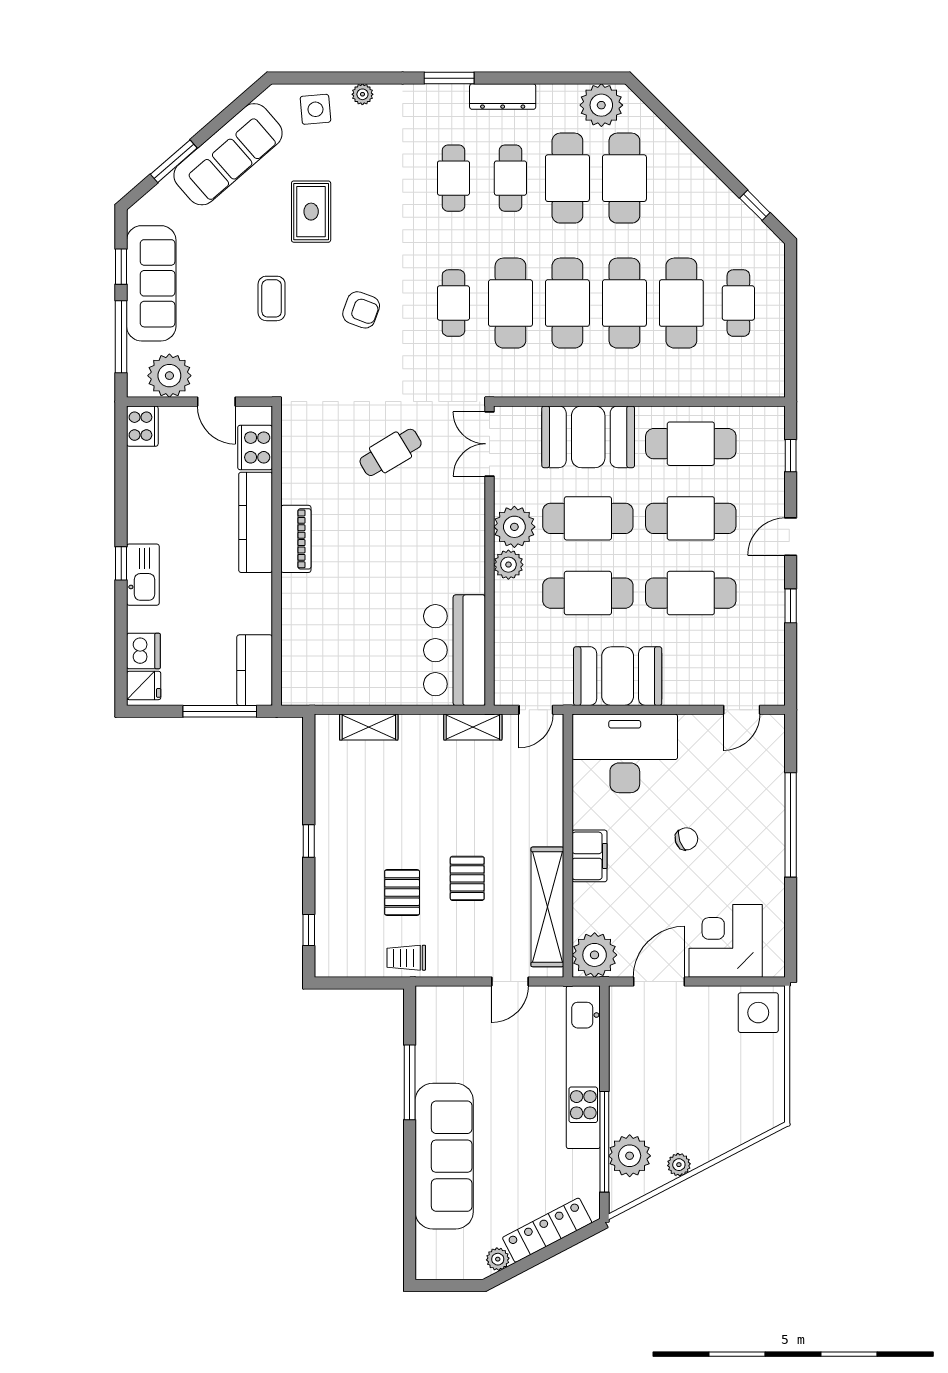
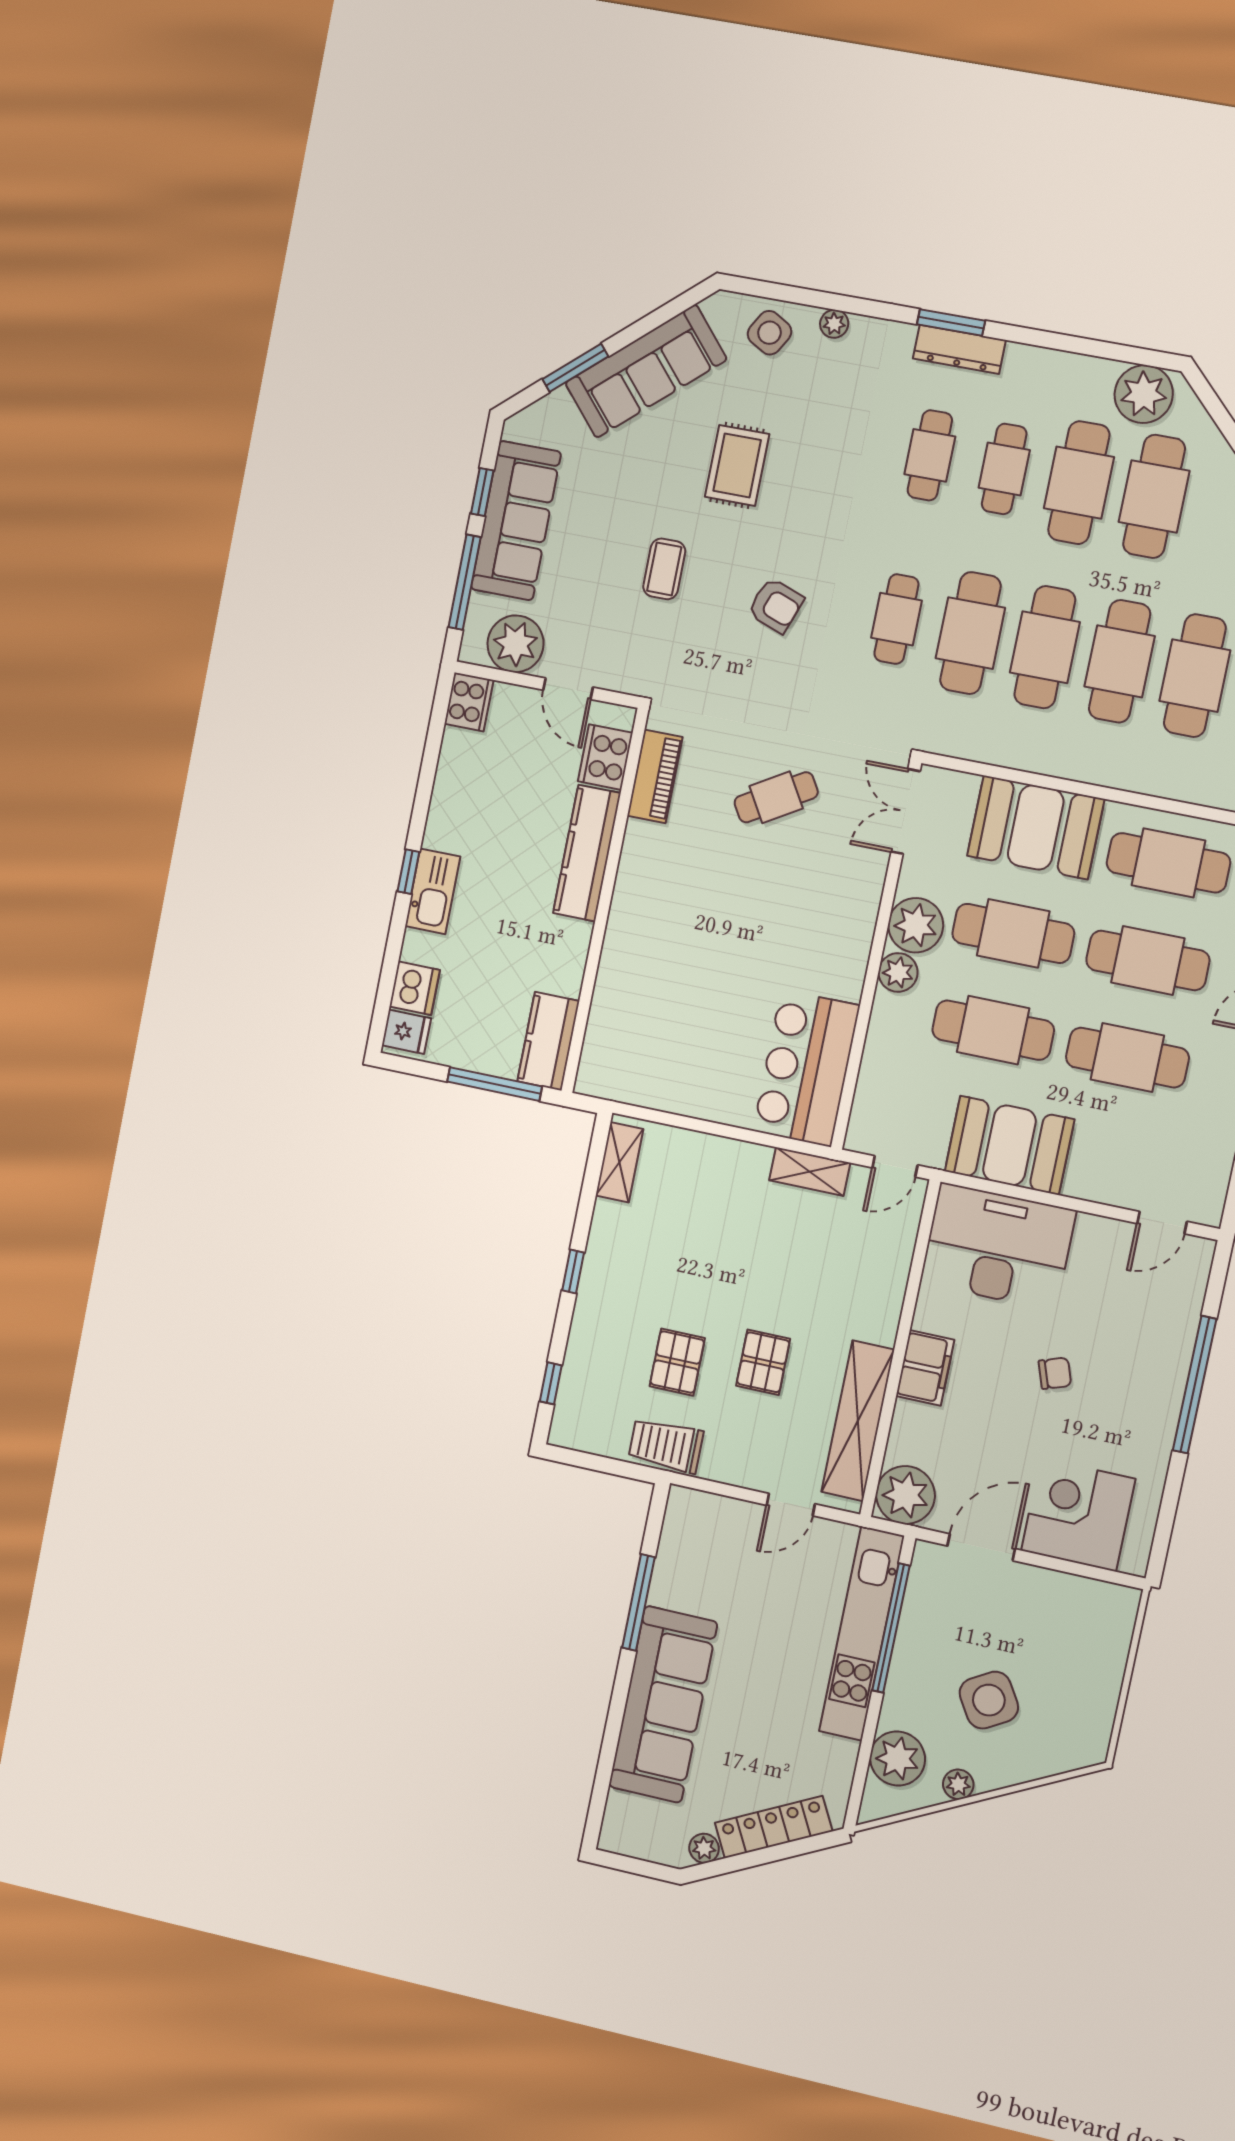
dresser: (503, 97) -> (959, 349), moved
side table: (315, 109) -> (769, 333), turned 35
piano: (296, 539) -> (655, 776), moved
shelving: (369, 727) -> (619, 1162), moved, turned 90
trolley: (406, 958) -> (666, 1445), width x1.36, depth x1.39
side table: (758, 1013) -> (989, 1700), moved, turned -31
window: (604, 1142) -> (891, 1628), moved

